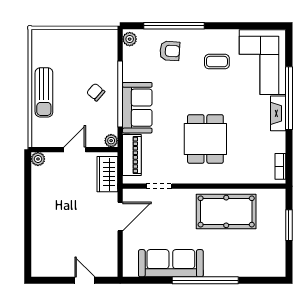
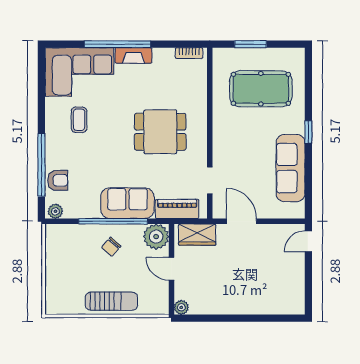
armchair: (170, 51) -> (58, 180), moved, turned 86
plant: (111, 141) -> (156, 237), width x1.87, depth x1.87
pool table: (226, 211) -> (261, 89), moved, turned 90
door: (85, 280) -> (308, 241), moved
window: (205, 280) -> (308, 132), width x0.32

